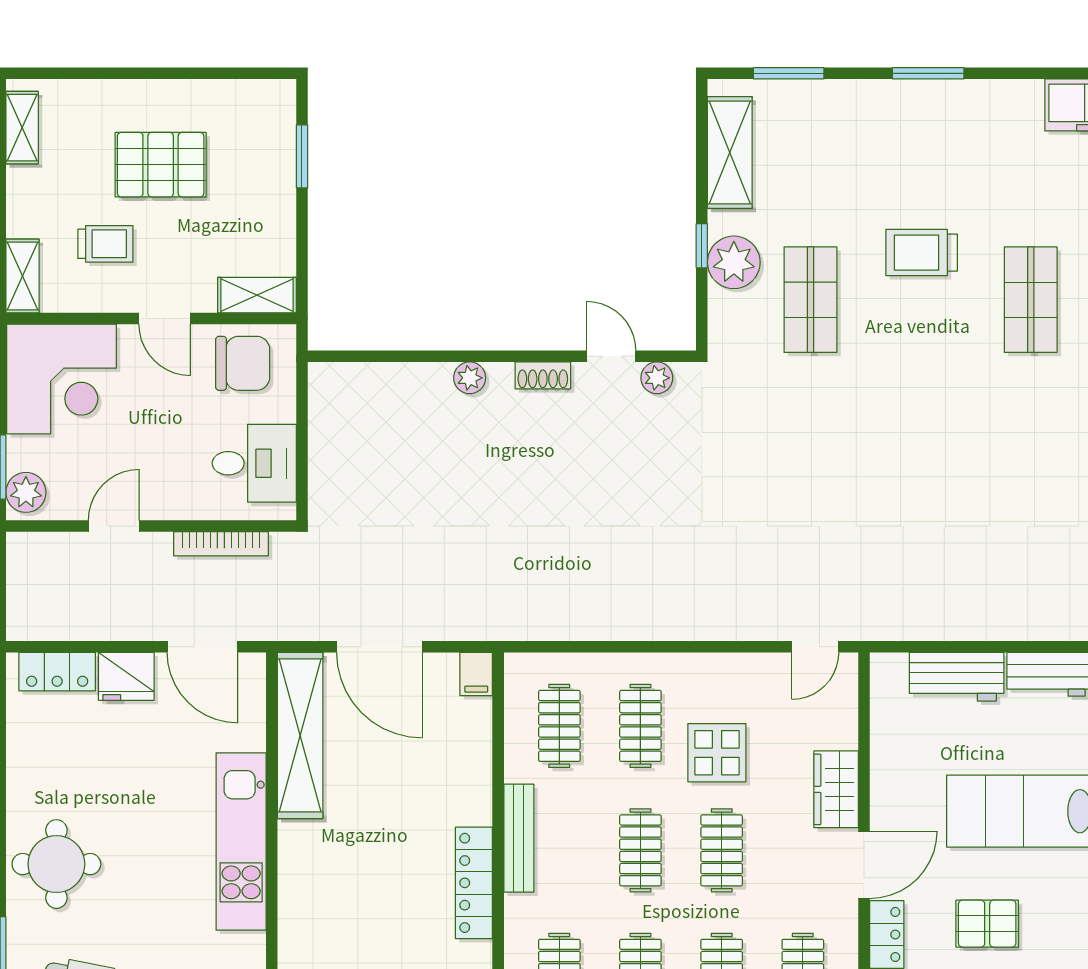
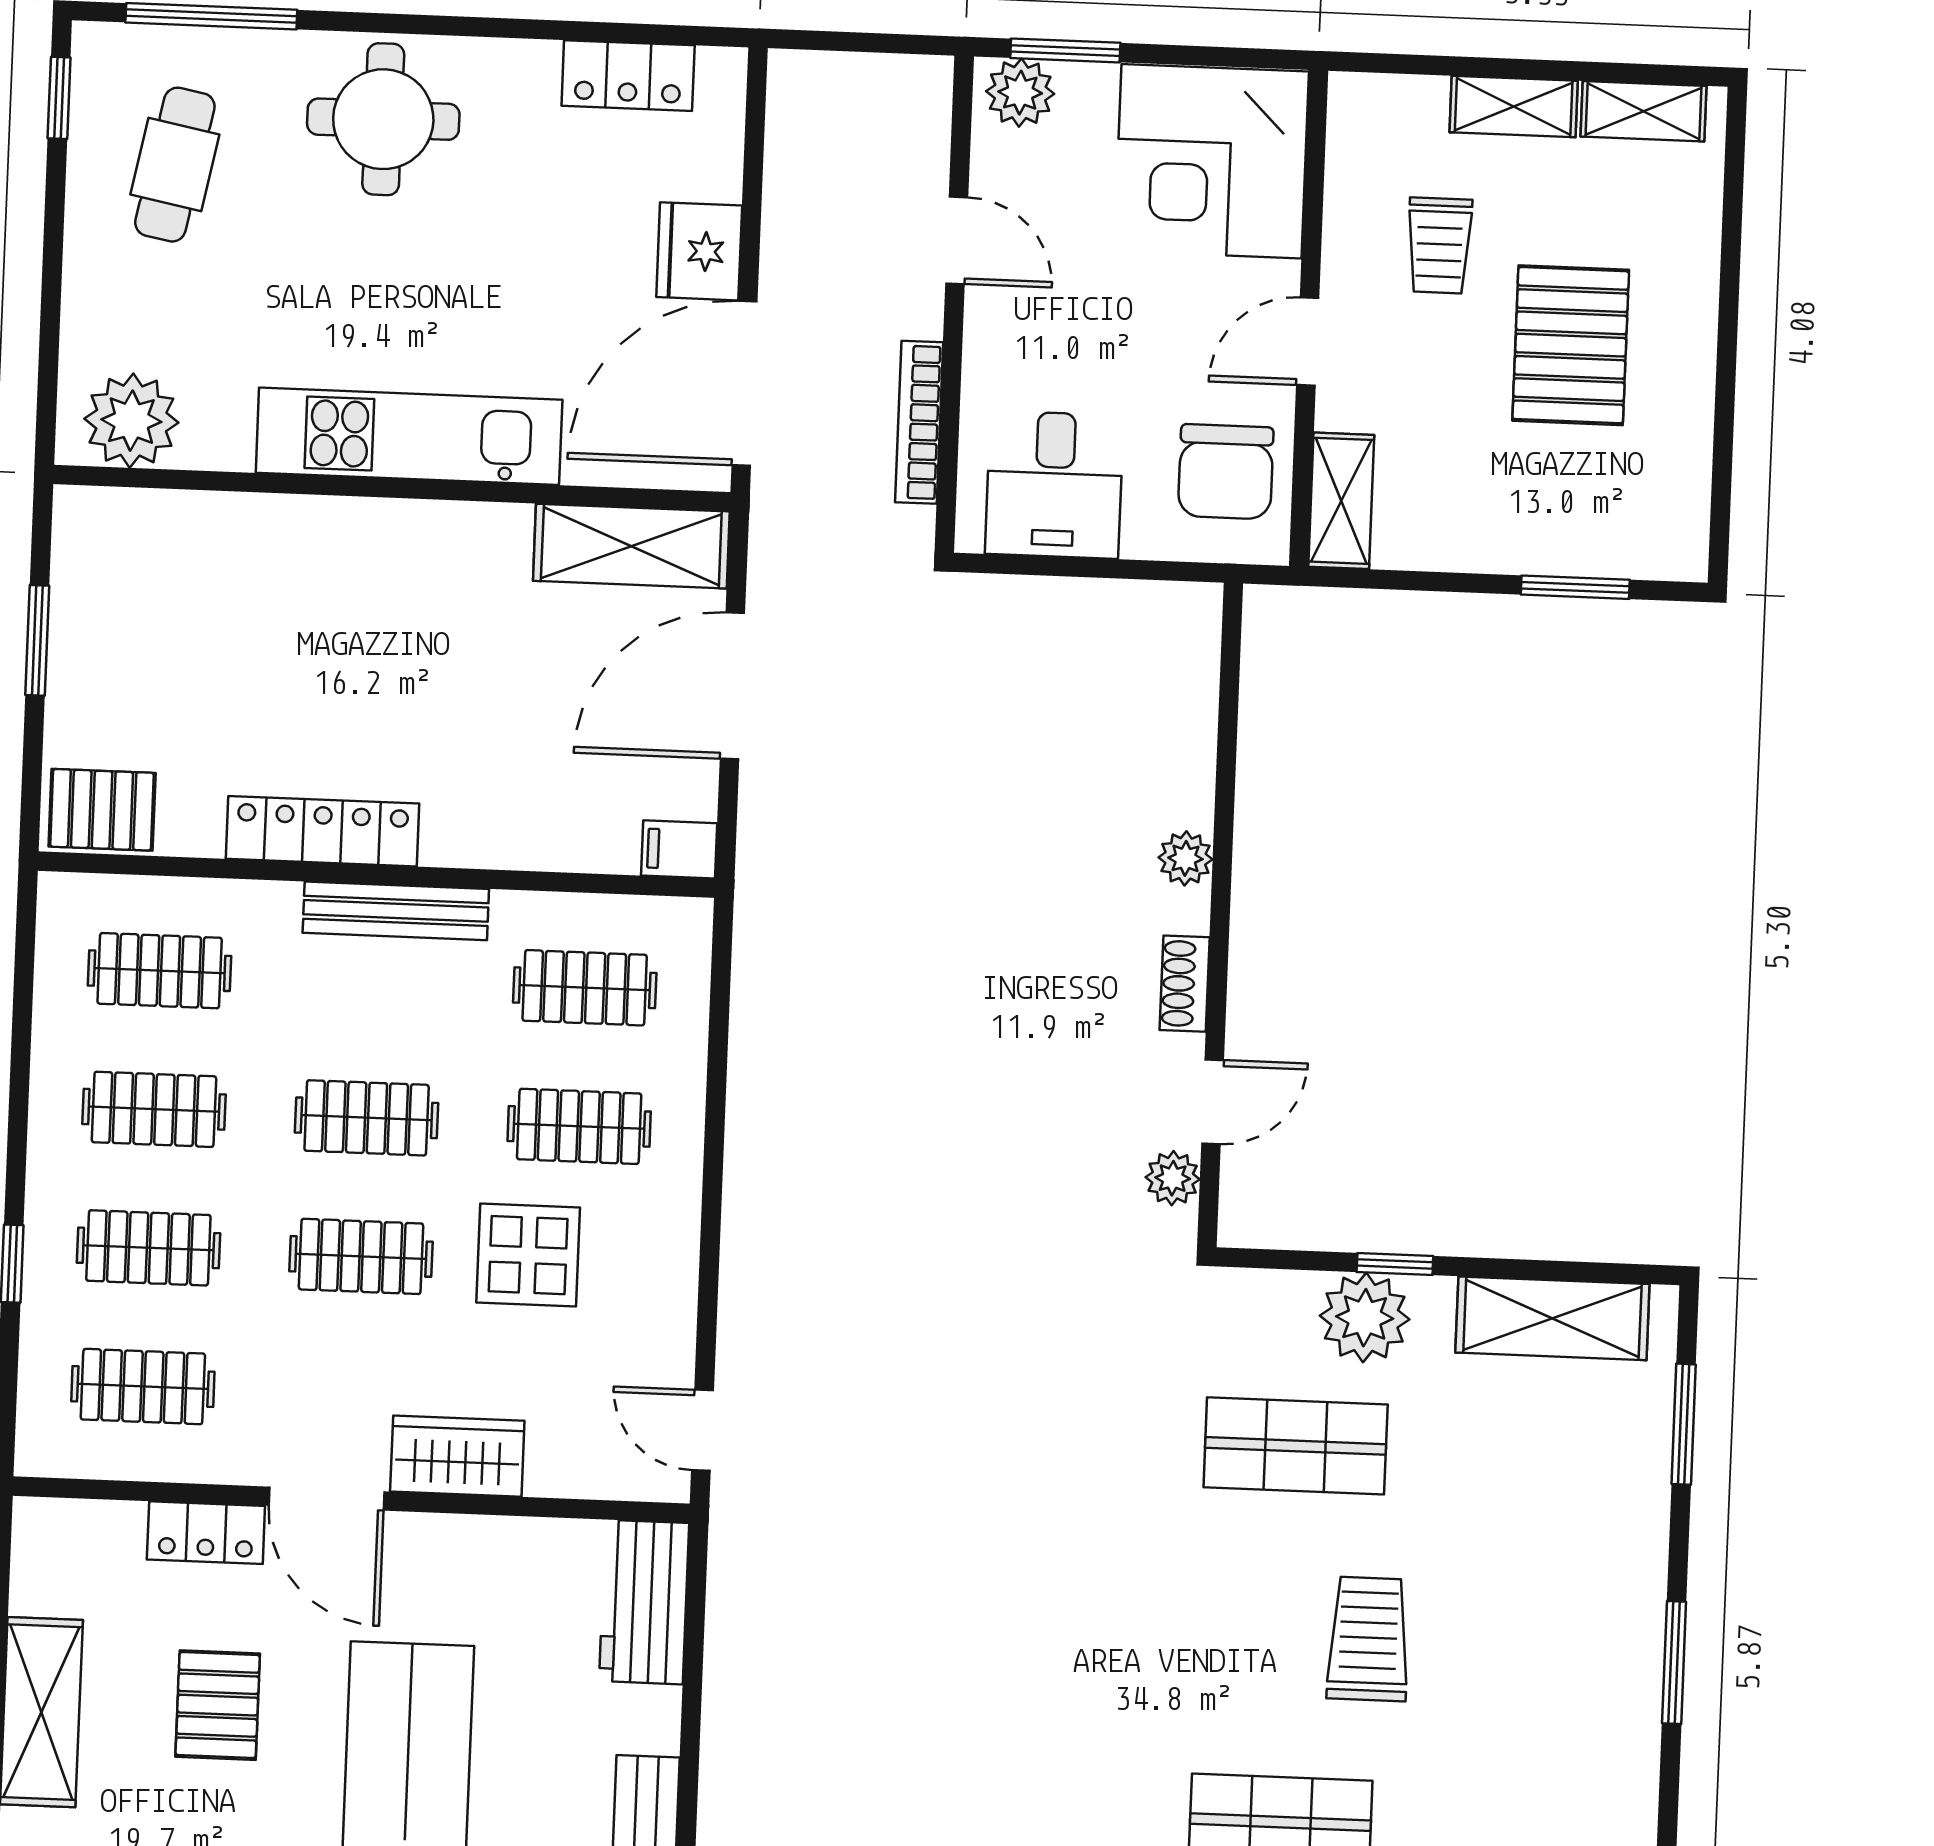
shelving: (22, 276) -> (1514, 106), moved
door: (202, 647) -> (745, 383), width x1.36
locker: (57, 672) -> (628, 76), moved, turned -90
workbench: (957, 677) -> (644, 1602), moved
shelving: (300, 735) -> (631, 546), width x0.68

